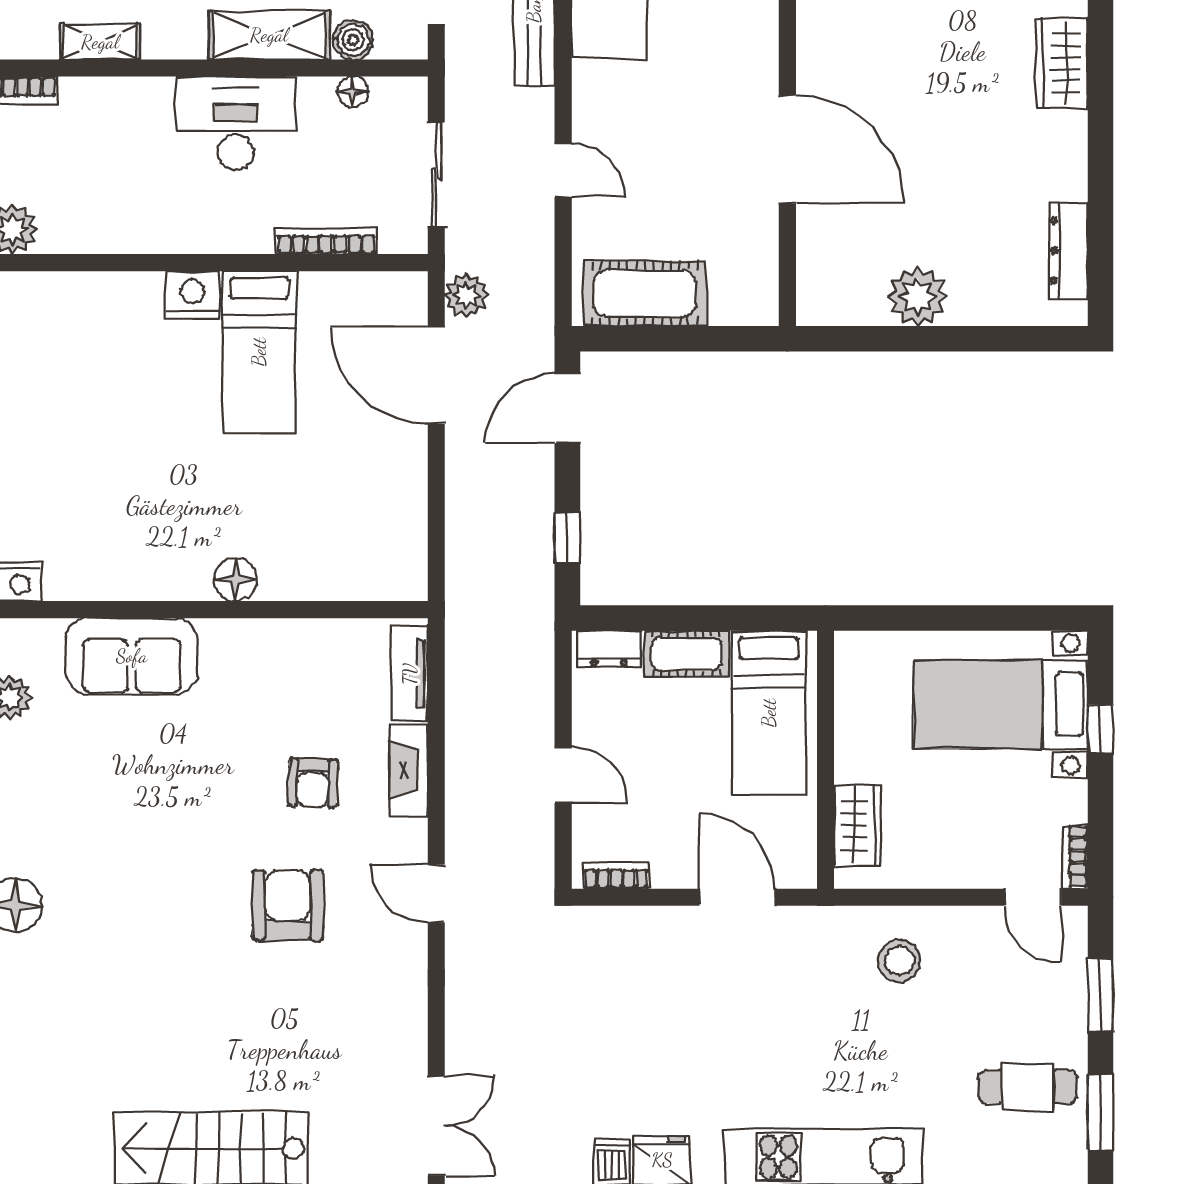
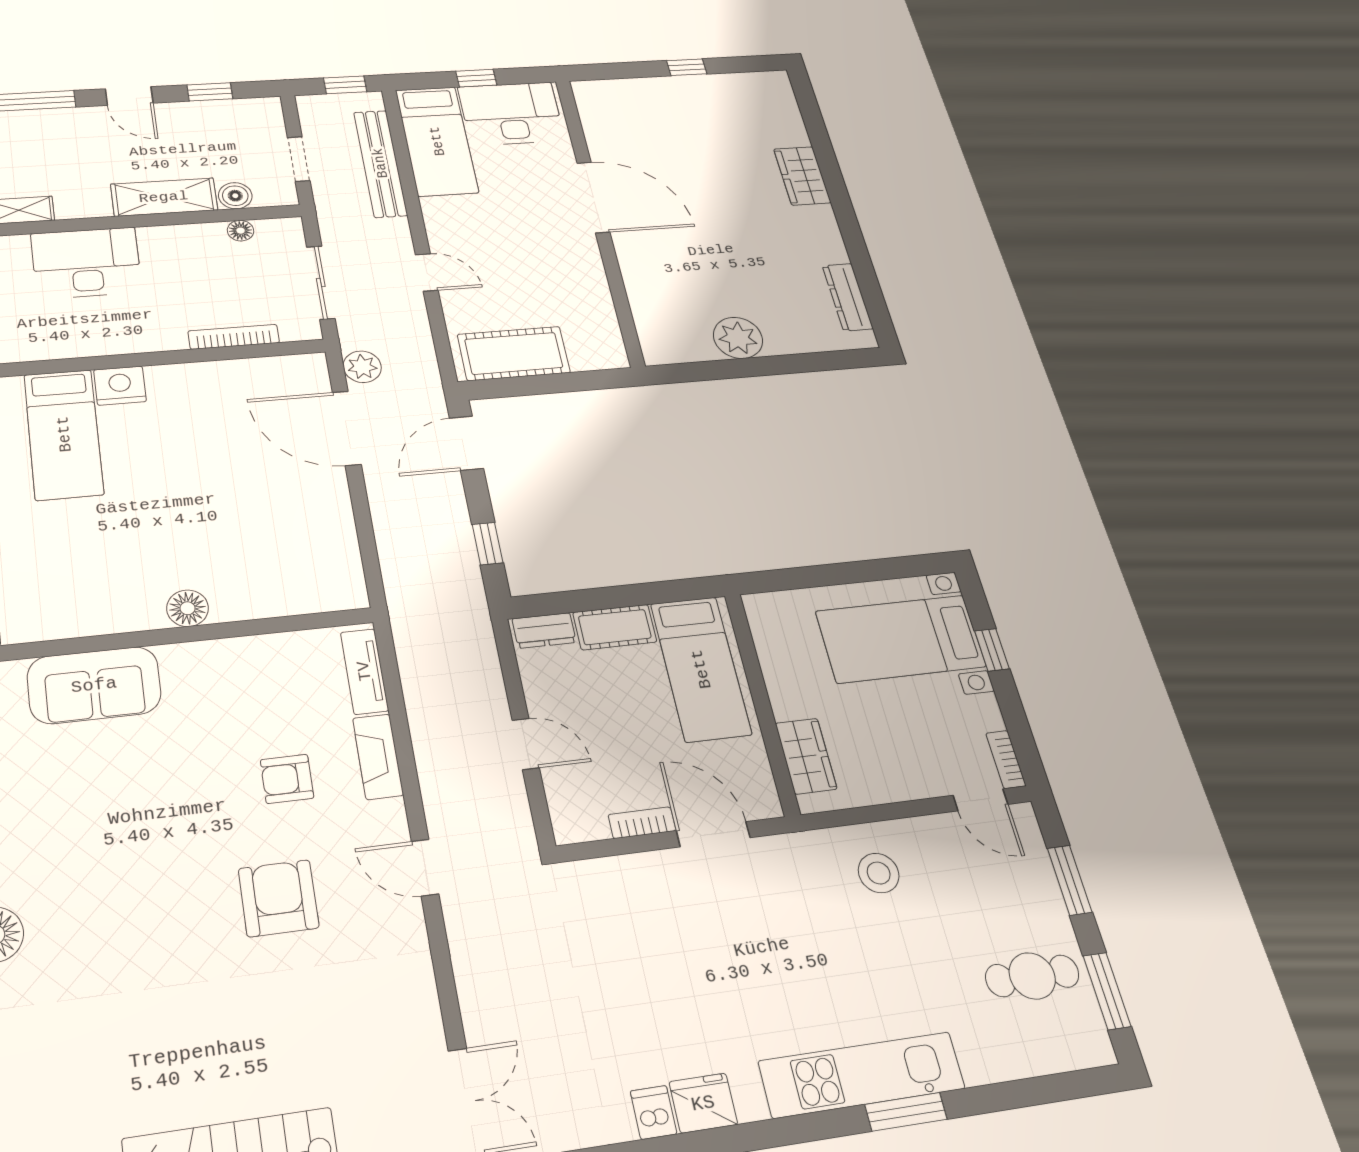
desk: (236, 123) -> (86, 263), moved
door: (787, 149) -> (593, 197), moved
bed: (259, 352) -> (64, 434), moved
armchair: (313, 783) -> (287, 779), turned 88
bookcase: (616, 875) -> (642, 823), moved

